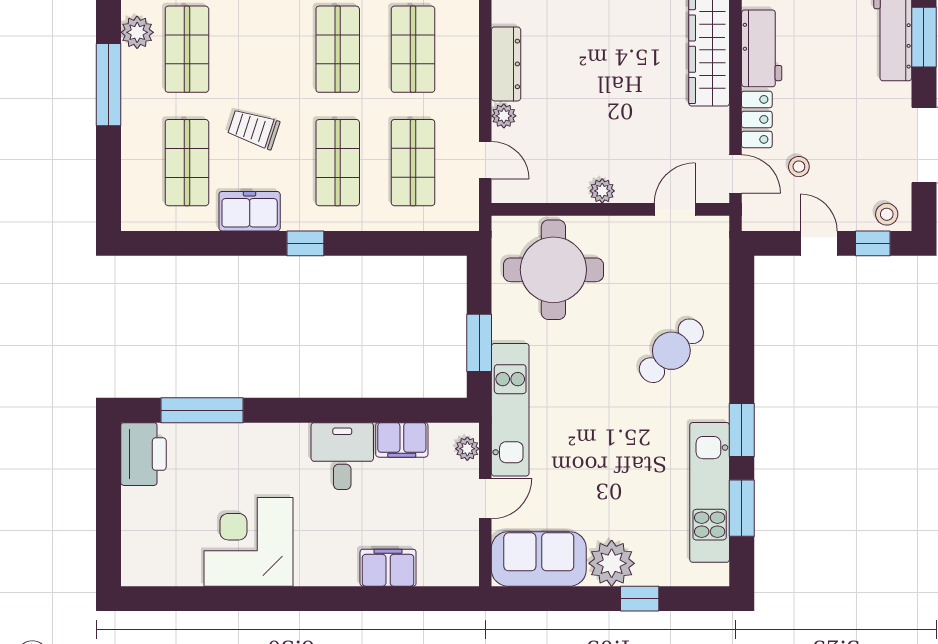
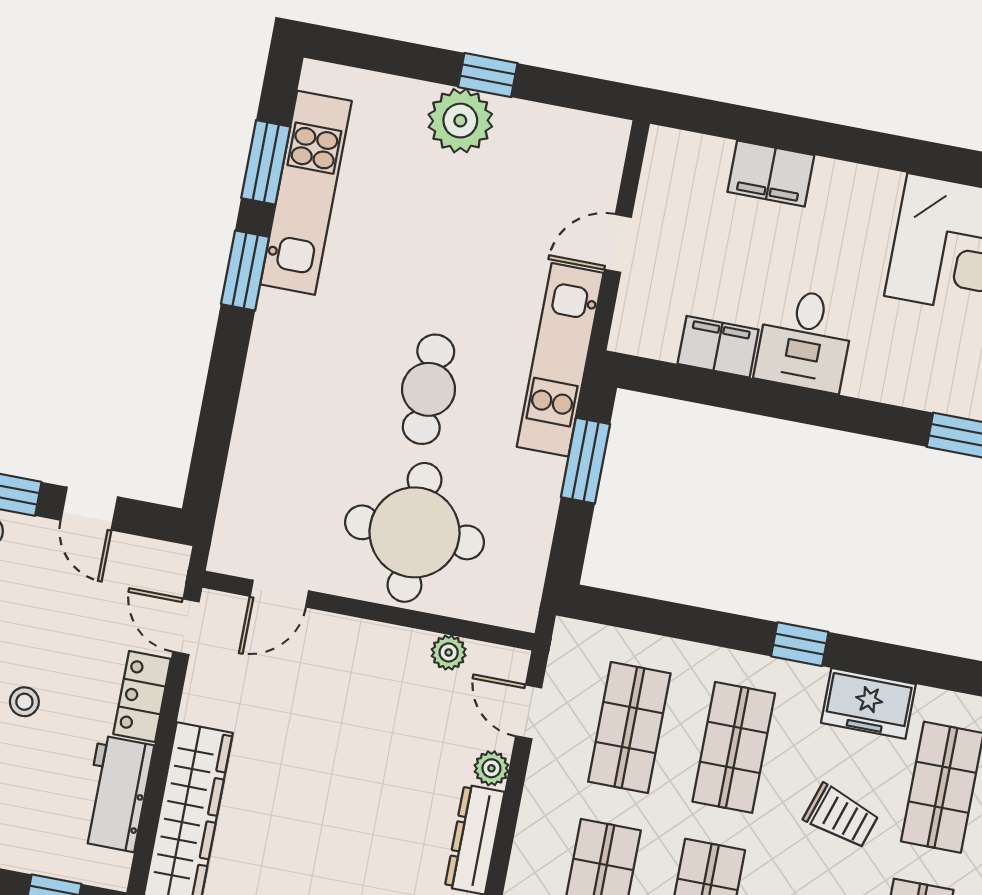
stool: (799, 167) -> (24, 702), moved
plant: (602, 191) -> (449, 652), moved
round table: (553, 270) -> (415, 532), moved
cafe table: (671, 351) -> (428, 389), moved, turned -45
plant: (467, 449) -> (630, 317), removed
sofa: (539, 559) -> (560, 146), removed
window: (640, 599) -> (488, 75), moved

